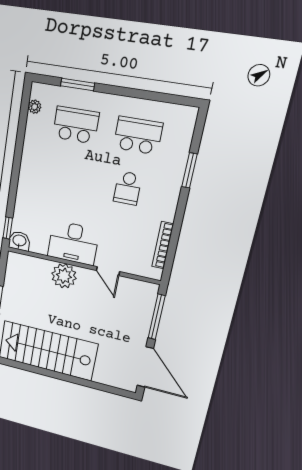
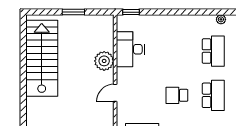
washbasin: (19, 241) -> (123, 23), removed
desk: (73, 243) -> (130, 49), moved

